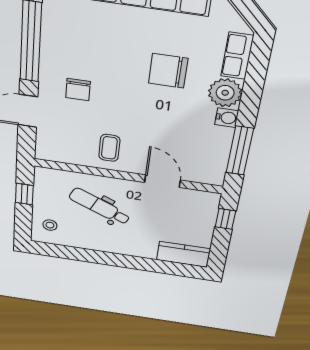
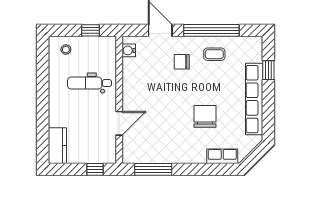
plant: (225, 93) -> (195, 153), removed
water cooler: (227, 118) -> (129, 50), moved, turned 90
coffee table: (109, 148) -> (214, 54), moved
dental chair: (100, 207) -> (89, 83), turned -114

